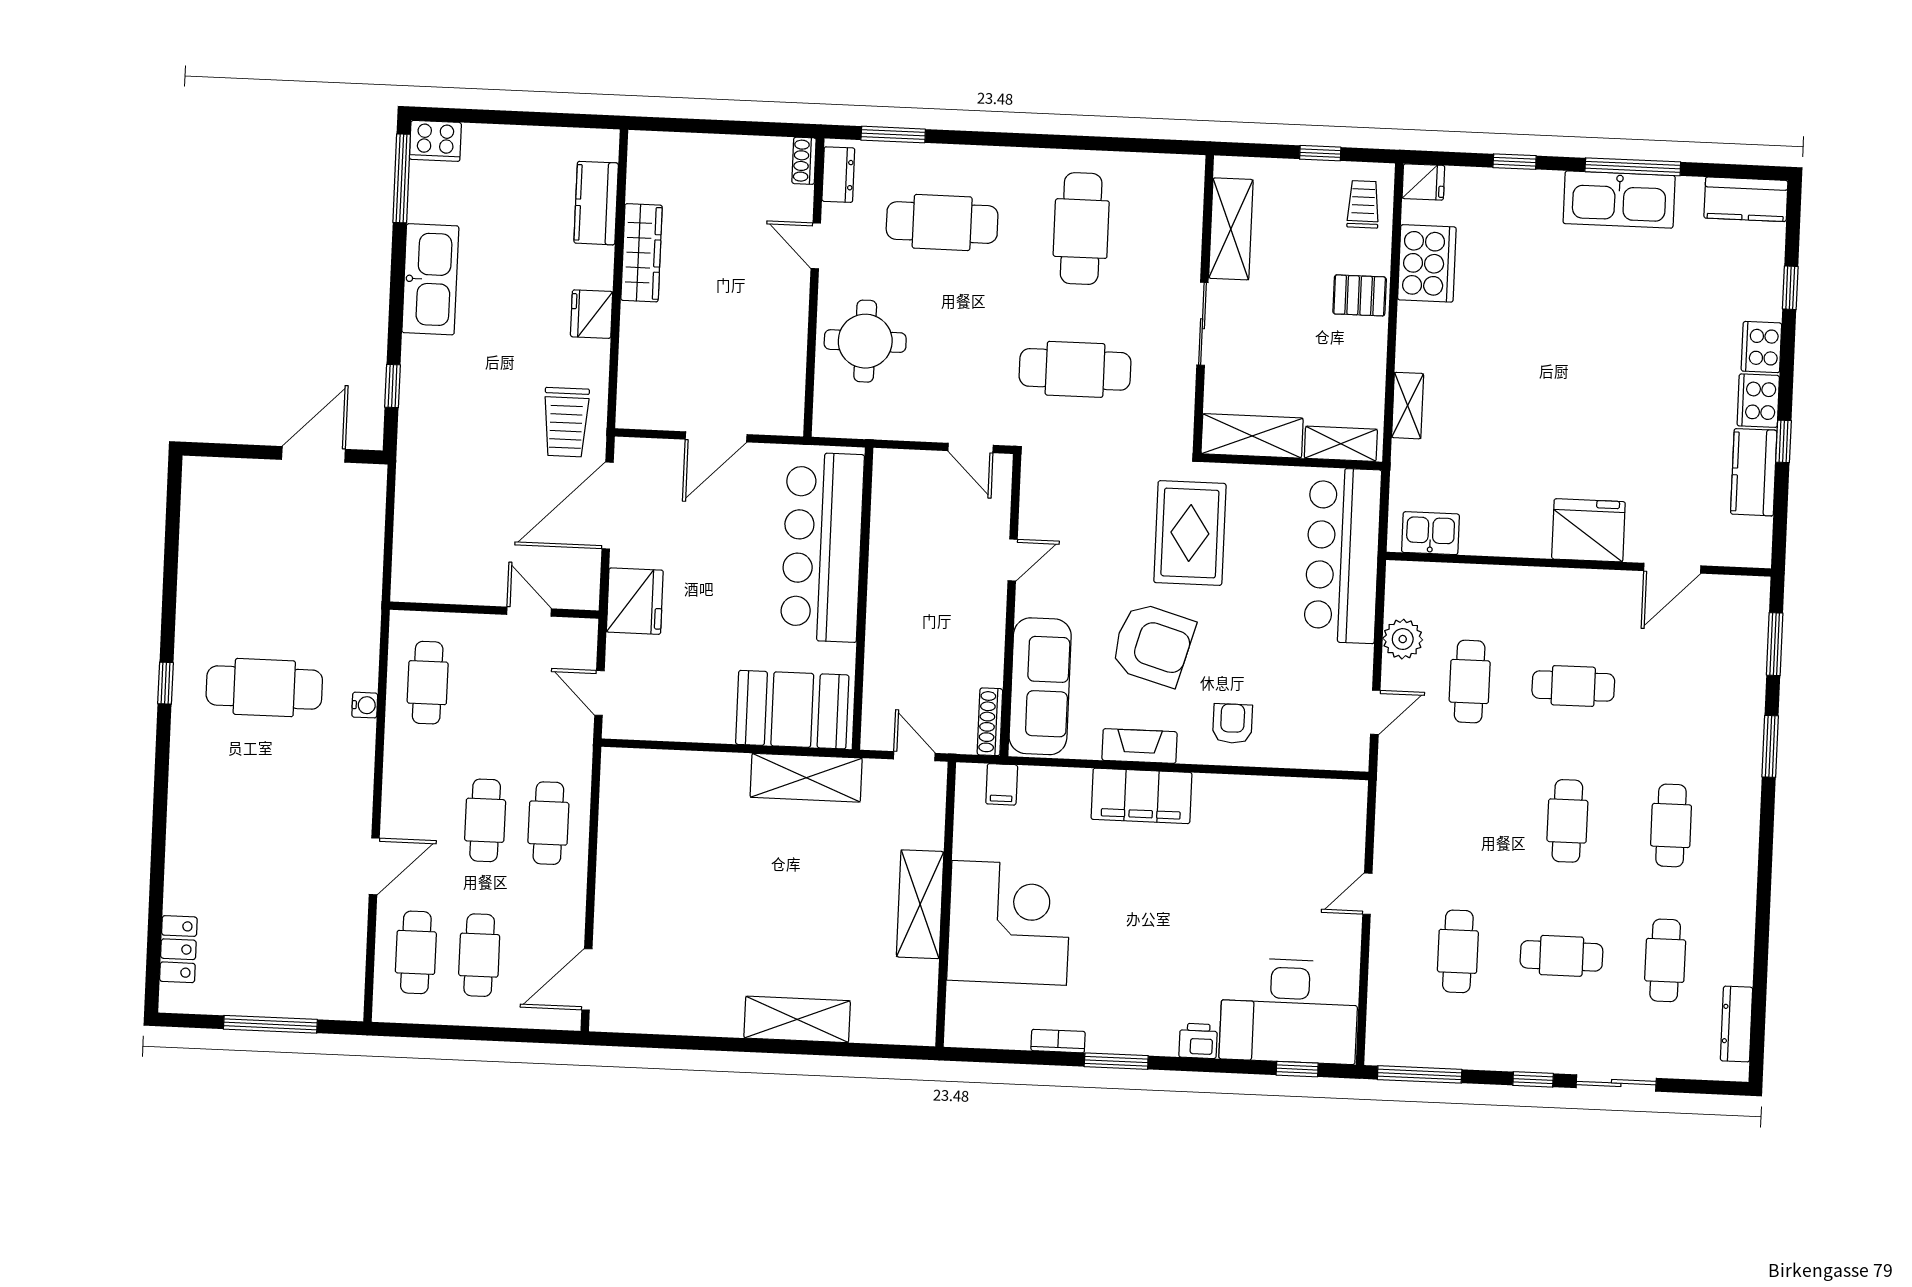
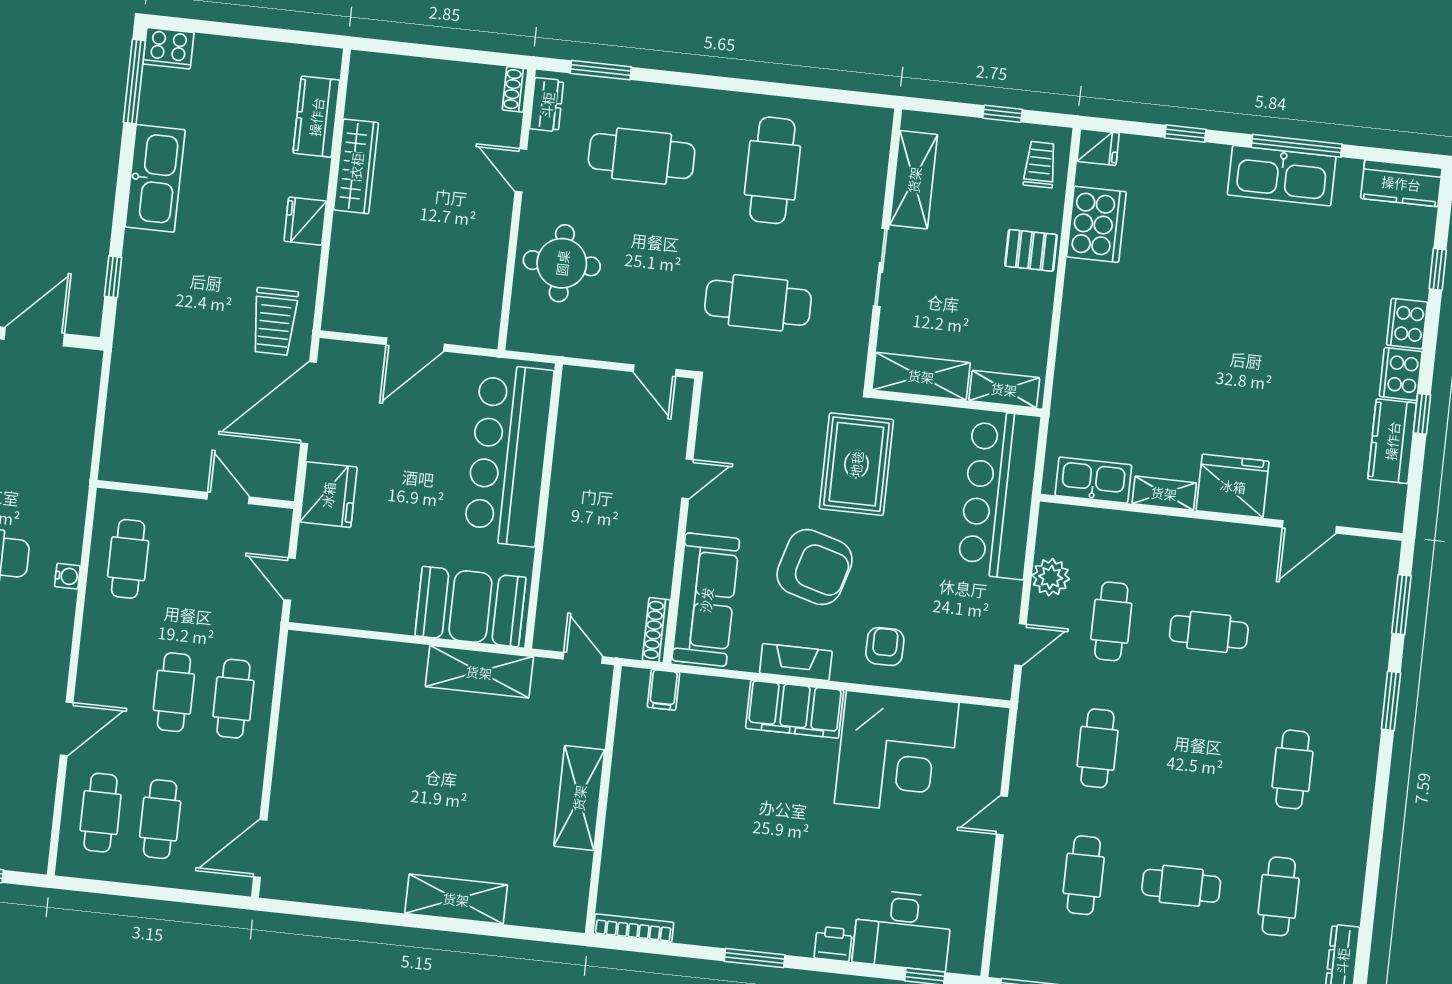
shelving: (1408, 406) -> (1164, 493), moved, turned 90
kitchen sink: (1430, 533) -> (1093, 480), width x1.38
cafe table: (1567, 821) -> (1097, 748), moved
corner desk: (1009, 923) -> (897, 753), moved, turned 90
desk: (1289, 1011) -> (902, 930), width x0.73, depth x0.77
bookcase: (1058, 1041) -> (633, 928), moved, width x1.56

